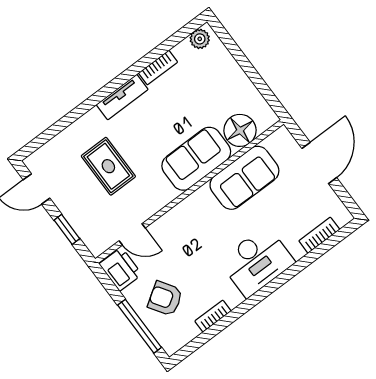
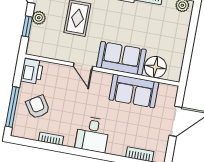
plant: (69, 208) -> (39, 18), added
door: (132, 234) -> (83, 66), moved
desk: (257, 262) -> (92, 134), width x0.73

